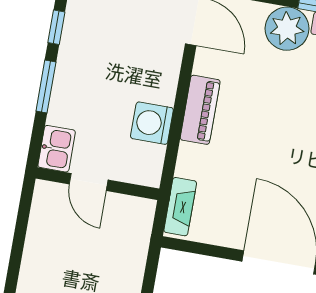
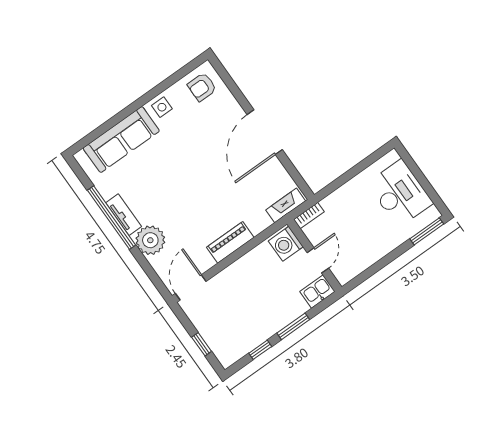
washing machine: (152, 123) -> (286, 244), moved, turned 90
bookcase: (145, 220) -> (309, 216), added

